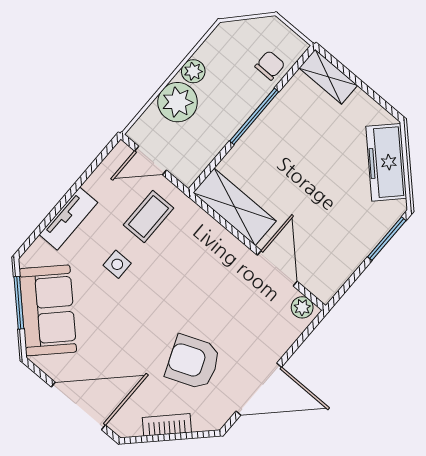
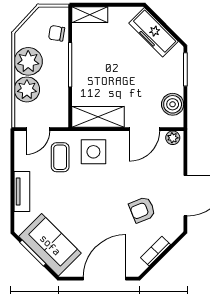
chair: (270, 65) -> (57, 33), turned -81
plant: (193, 71) -> (28, 61), width x1.88, depth x1.88
side table: (117, 264) -> (93, 152), moved, width x1.87, depth x1.87
boiler: (336, 267) -> (173, 104), added
door: (277, 268) -> (144, 129), swing flipped
armchair: (193, 362) -> (142, 210), width x0.72, depth x0.72

